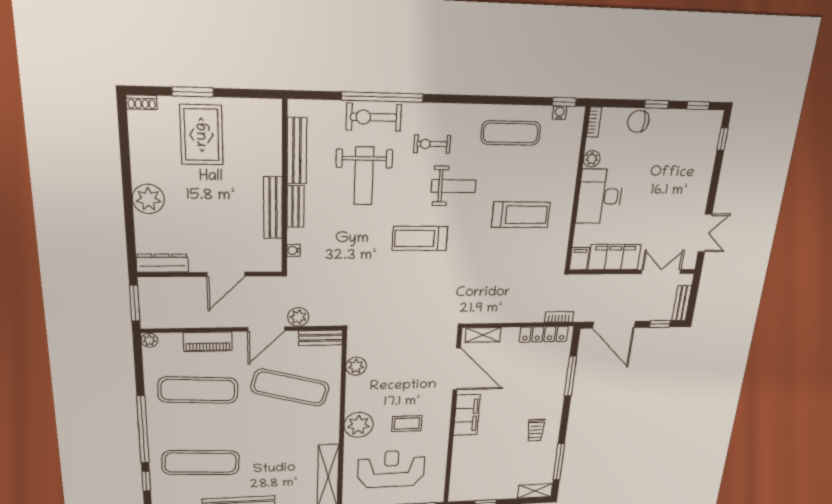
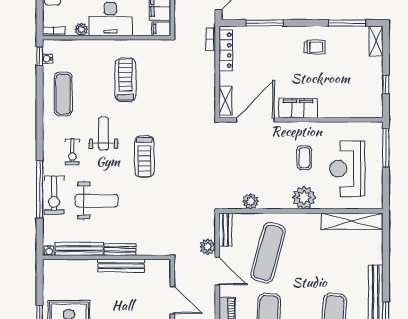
water cooler: (293, 250) -> (49, 251), moved

